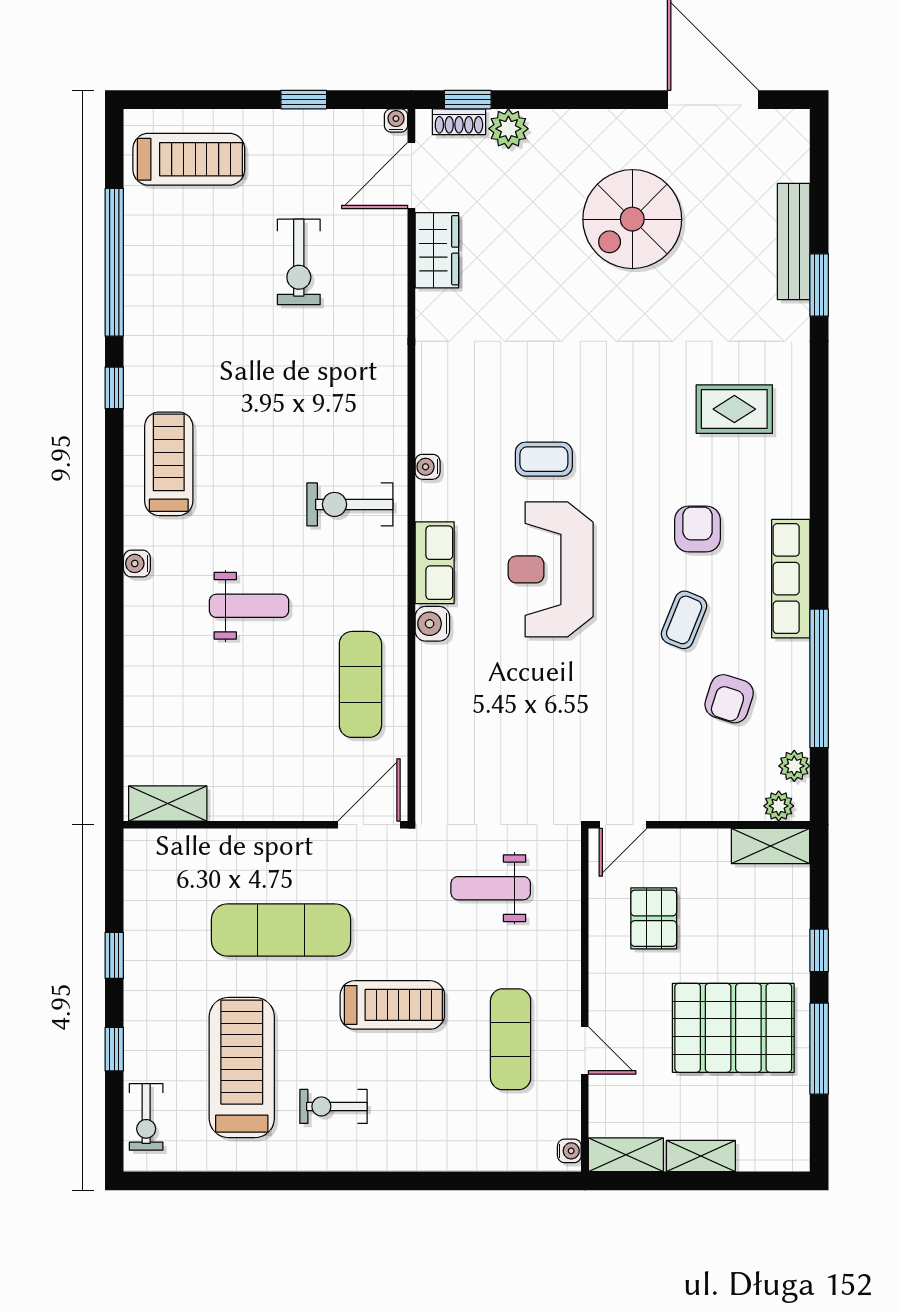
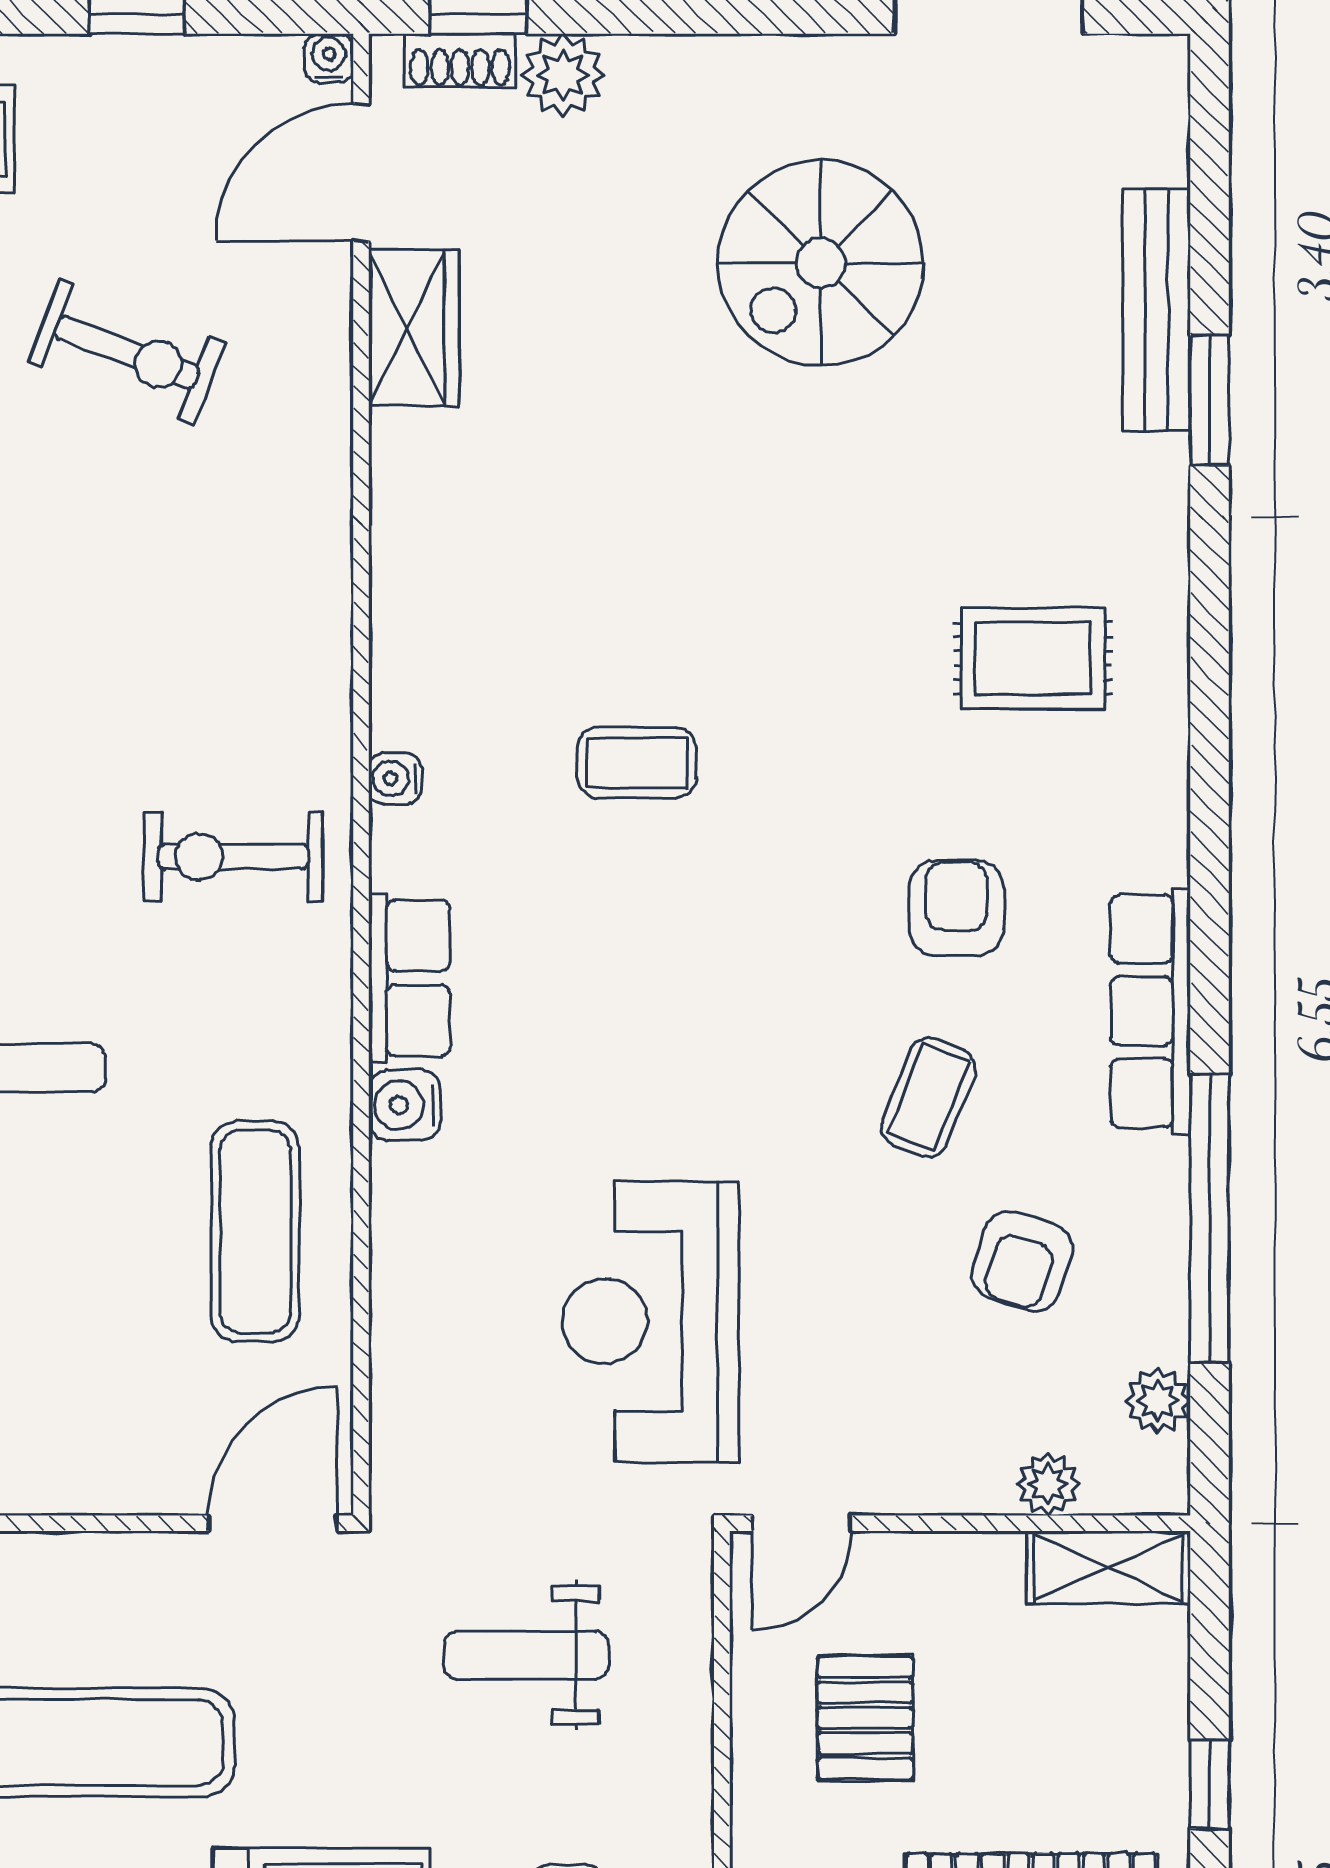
exercise bike: (299, 262) -> (127, 352), turned -69
reception desk: (551, 569) -> (651, 1321), moved
plant: (779, 806) -> (1048, 1484), moved

